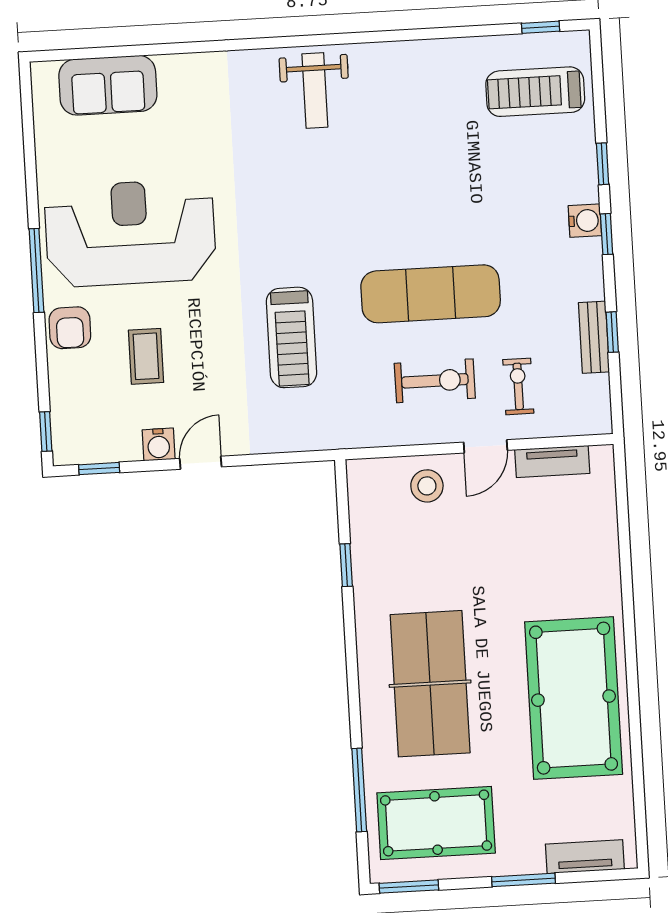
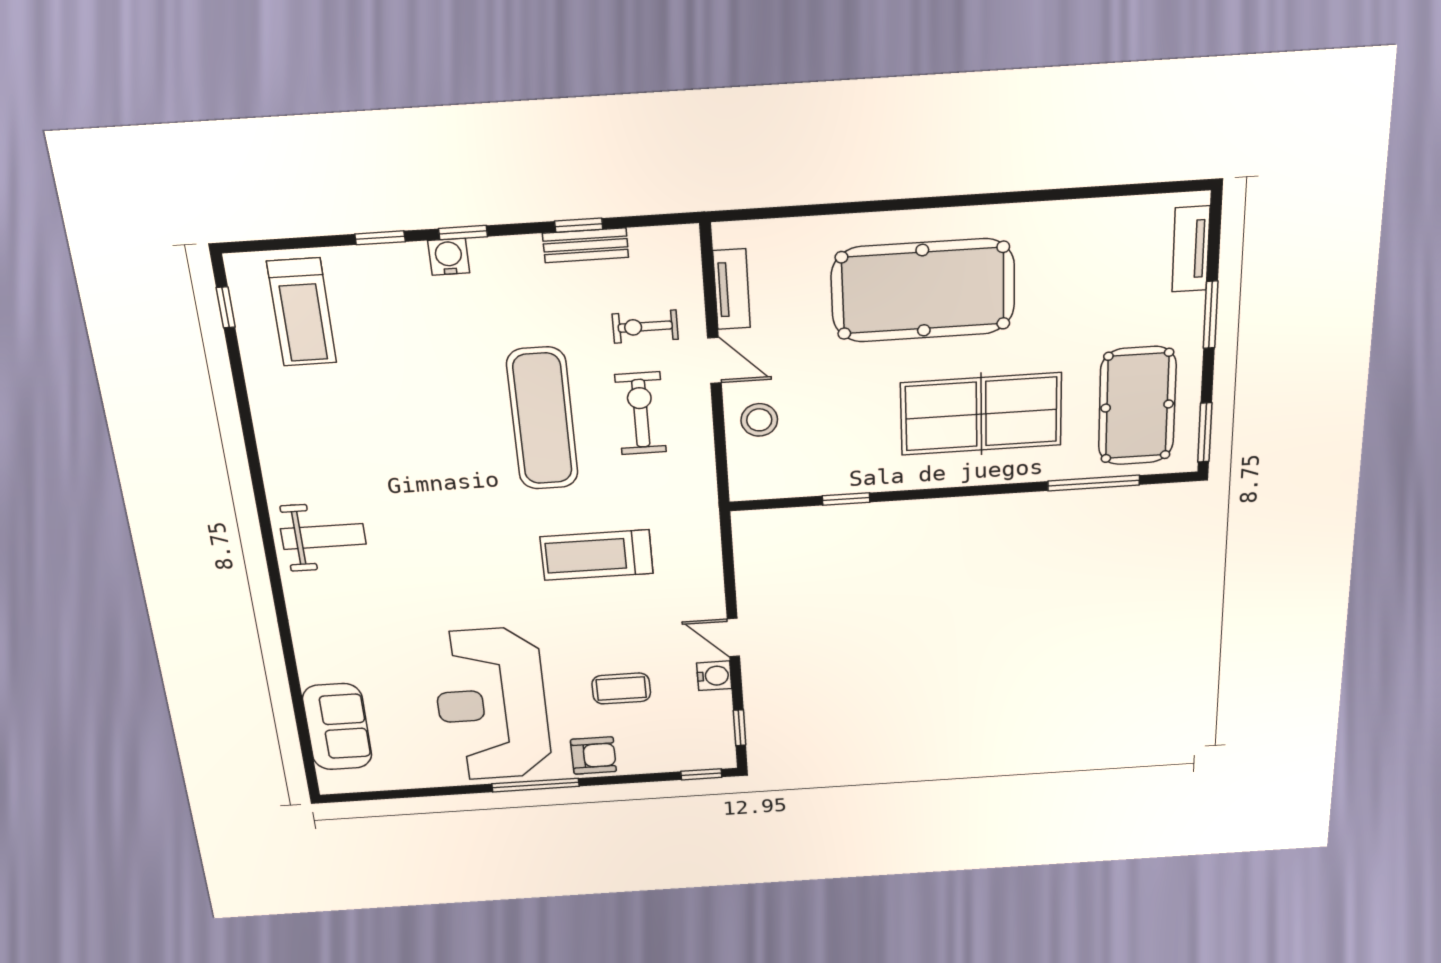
treadmill: (291, 337) -> (597, 555), turned 180
pool table: (574, 698) -> (923, 291), moved

